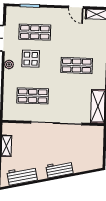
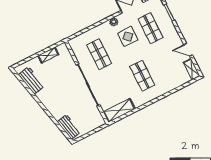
door: (76, 7) -> (188, 50), hinge flipped
workbench: (59, 169) -> (69, 127), moved

